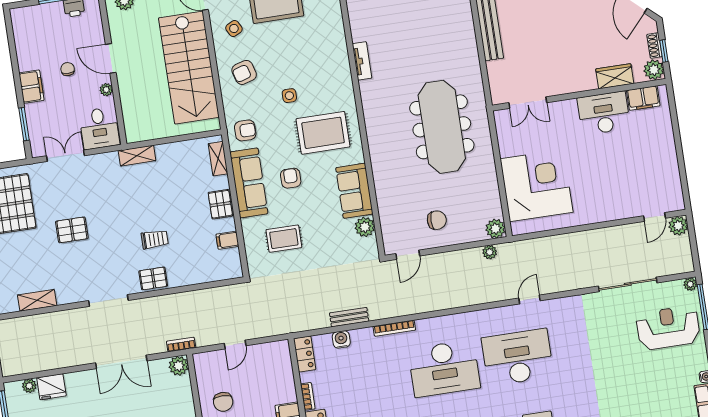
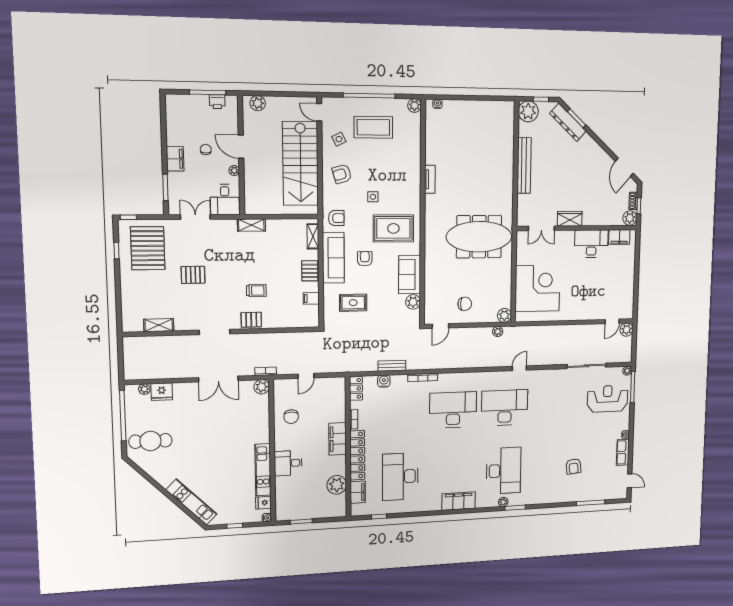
wardrobe: (615, 76) -> (570, 219), moved
meeting table: (442, 127) -> (479, 237), turned 90
desk: (444, 368) -> (453, 410), turned 180

